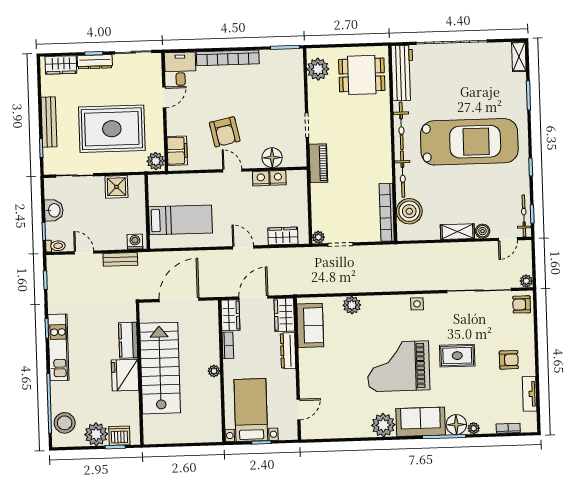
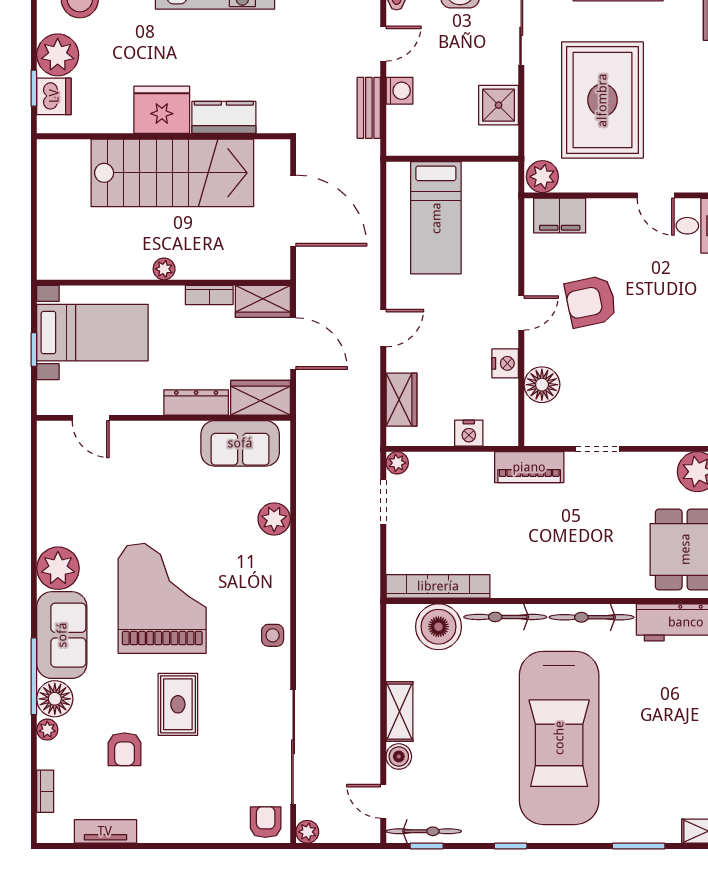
nightstand: (278, 178) -> (469, 433), moved, turned 90
washing machine: (135, 242) -> (399, 91), moved
armchair: (509, 360) -> (125, 749), moved

